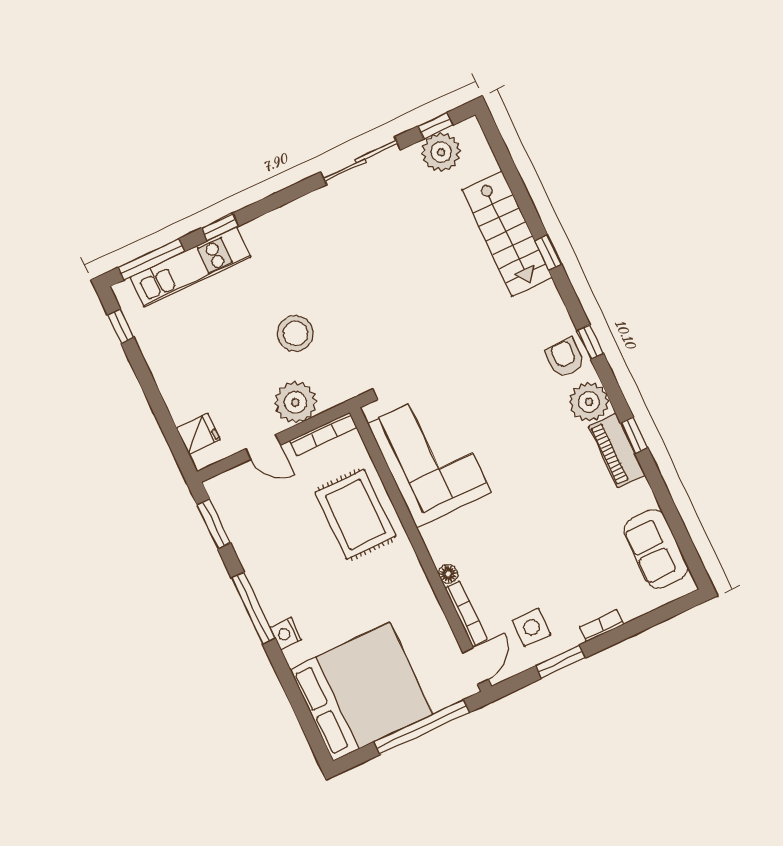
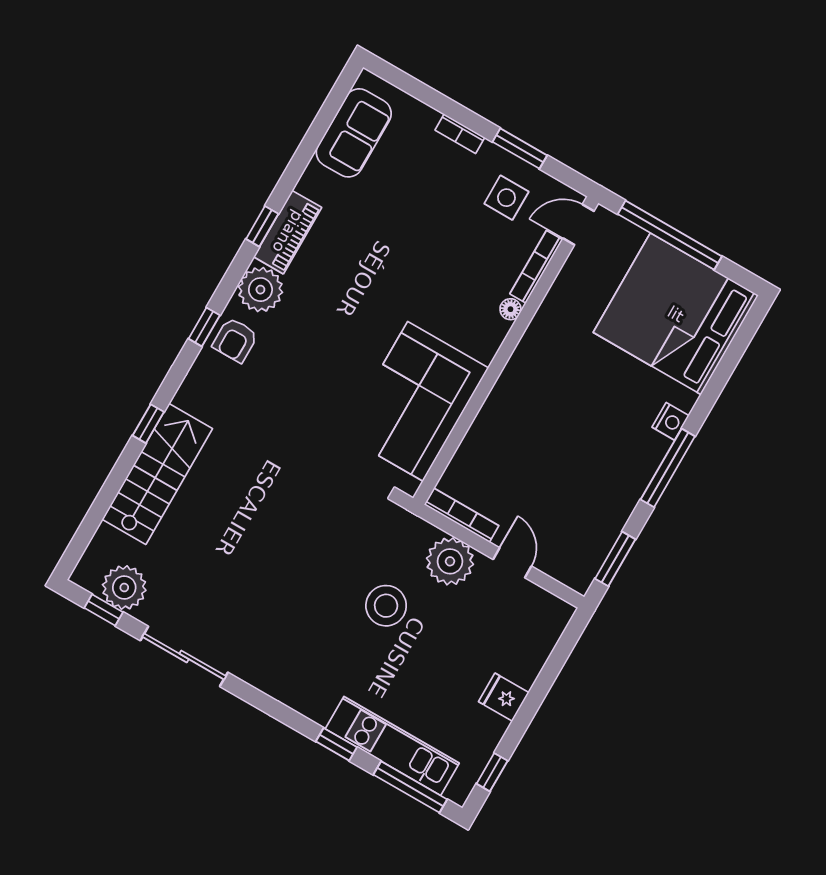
fridge: (198, 434) -> (504, 697), moved
rug: (355, 514) -> (515, 434), removed

